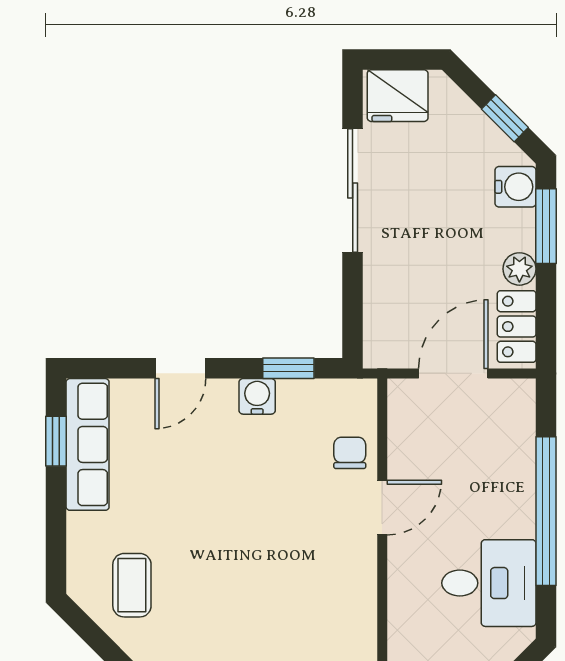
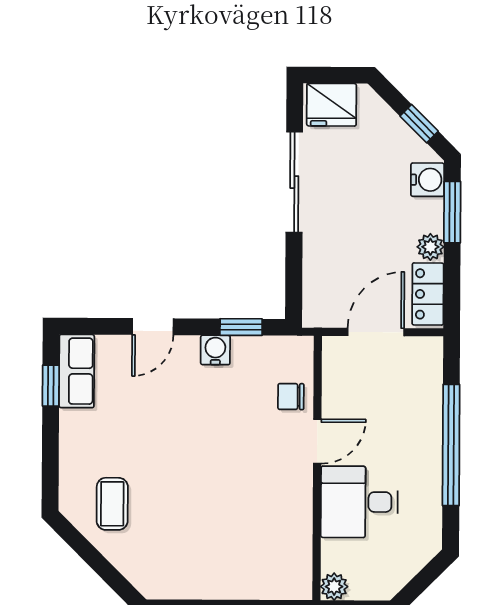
row of seats: (88, 444) -> (77, 371), width x0.68
chair: (350, 453) -> (291, 397), turned -90
desk: (489, 583) -> (359, 502), moved, turned 180

